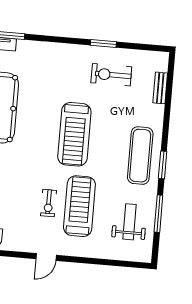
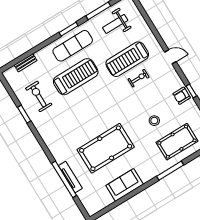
exercise bike: (111, 75) -> (39, 96), turned 180
treadmill: (74, 134) -> (76, 77), moved

